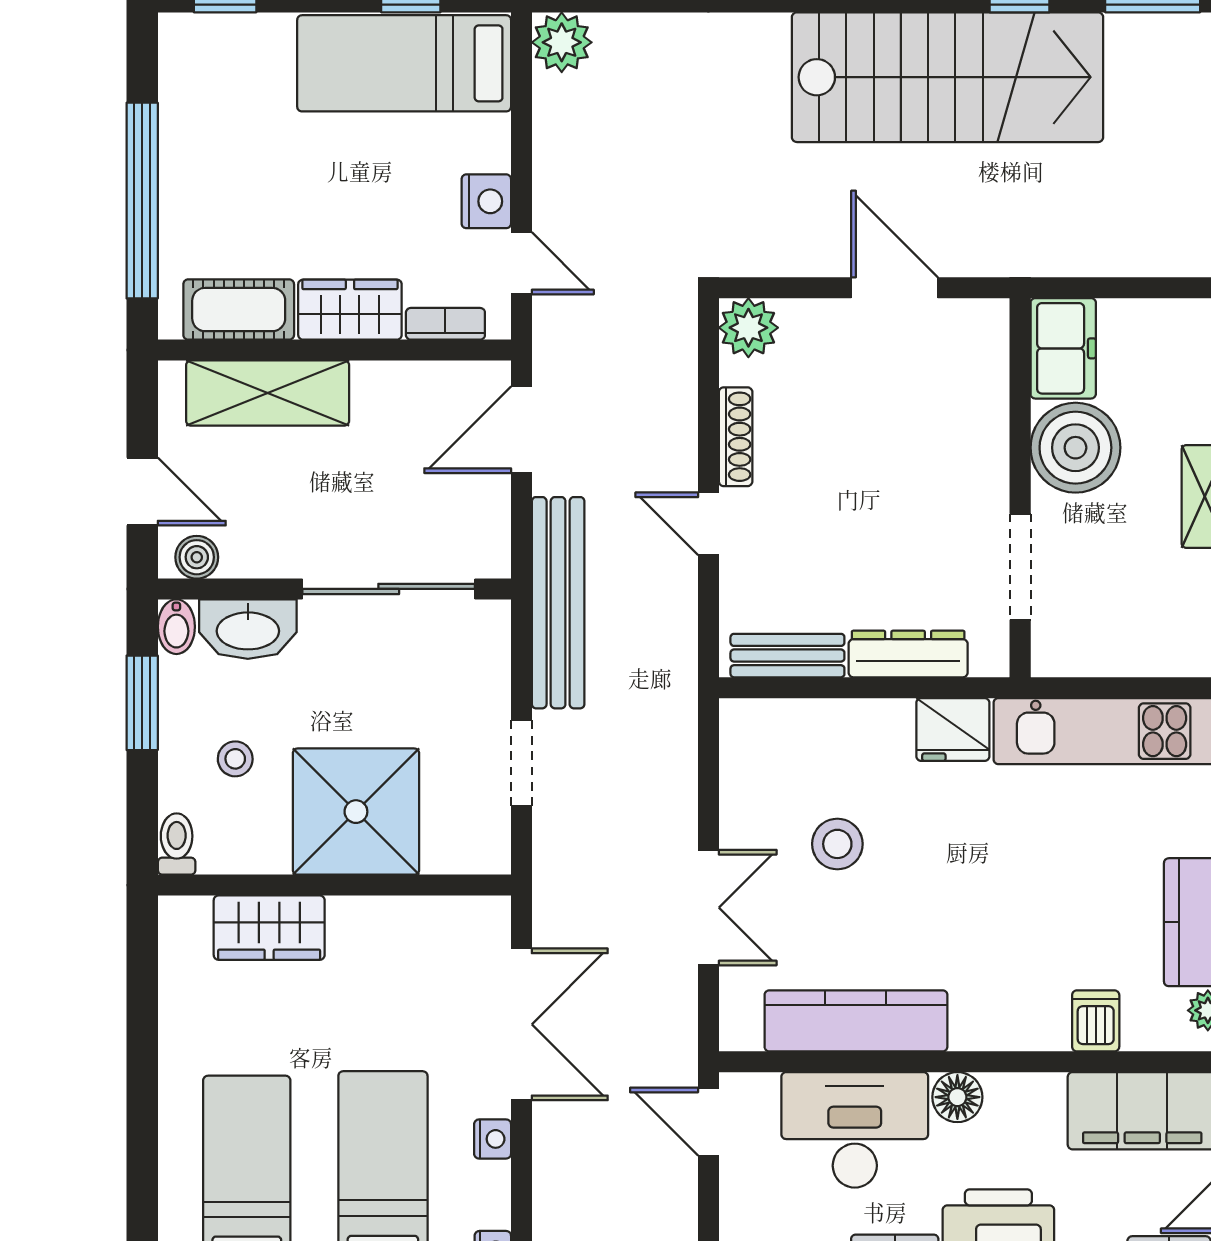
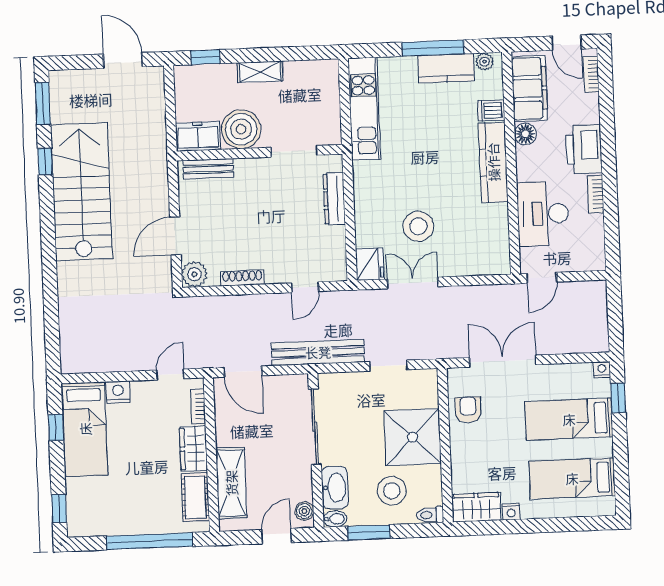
plant: (562, 42) -> (73, 361), removed
nightstand: (486, 201) -> (118, 392), moved
door: (894, 288) -> (175, 236), moved
door: (708, 524) -> (305, 287), moved
bench: (787, 656) -> (208, 169), moved, turned 90
fridge: (953, 730) -> (370, 264), moved
stool: (235, 759) -> (392, 491), width x1.89, depth x1.89
stool: (837, 844) -> (418, 226), width x1.38, depth x1.38
double door: (708, 908) -> (413, 283), moved
wardrobe: (269, 928) -> (476, 507), moved, turned -90
armchair: (414, 941) -> (468, 410), added
kitchen counter: (856, 1021) -> (493, 162), moved
floor lamp: (957, 1097) -> (525, 134), moved
nightstand: (493, 1139) -> (511, 512), moved, turned 180

